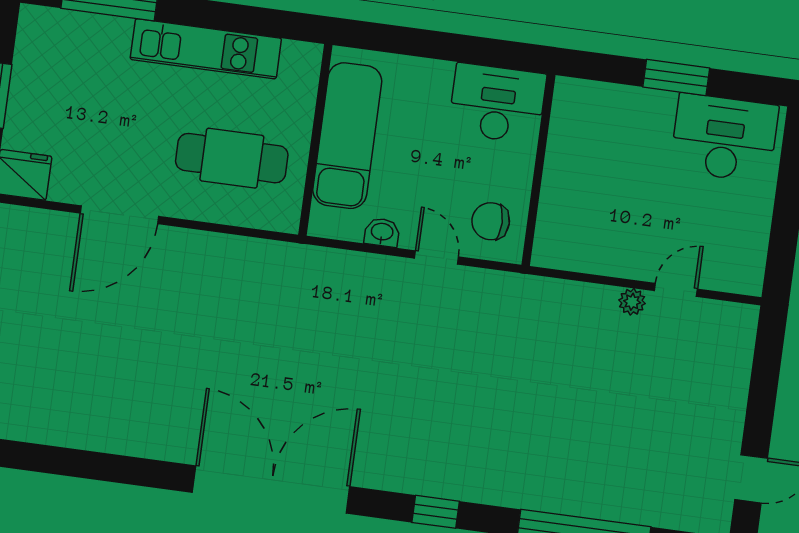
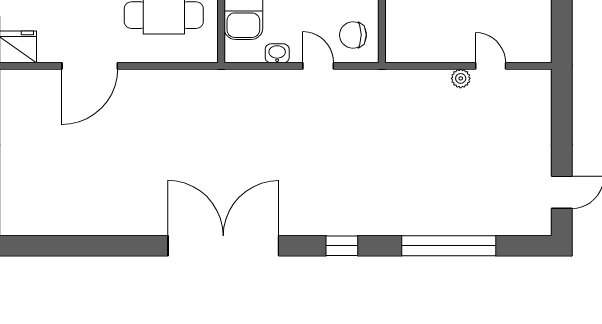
door: (676, 290) -> (491, 66), hinge flipped

